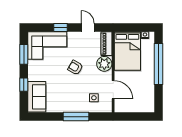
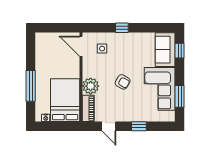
corner sofa: (47, 46) -> (160, 89), moved, turned -90
window: (159, 64) -> (31, 86), width x0.68
window: (24, 85) -> (180, 51), moved
door: (113, 90) -> (81, 46), moved
window: (76, 117) -> (122, 28), width x0.46

